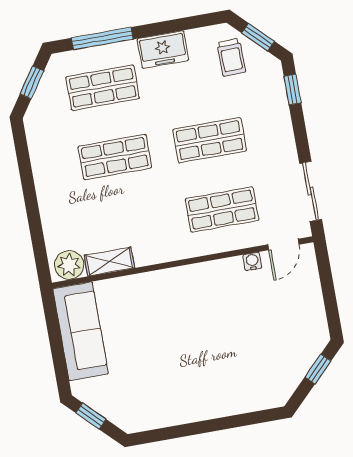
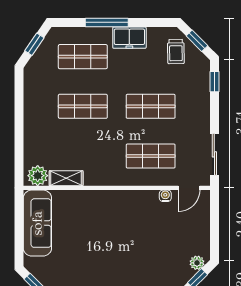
window: (102, 39) -> (107, 22), moved
plant: (313, 347) -> (197, 263), added

